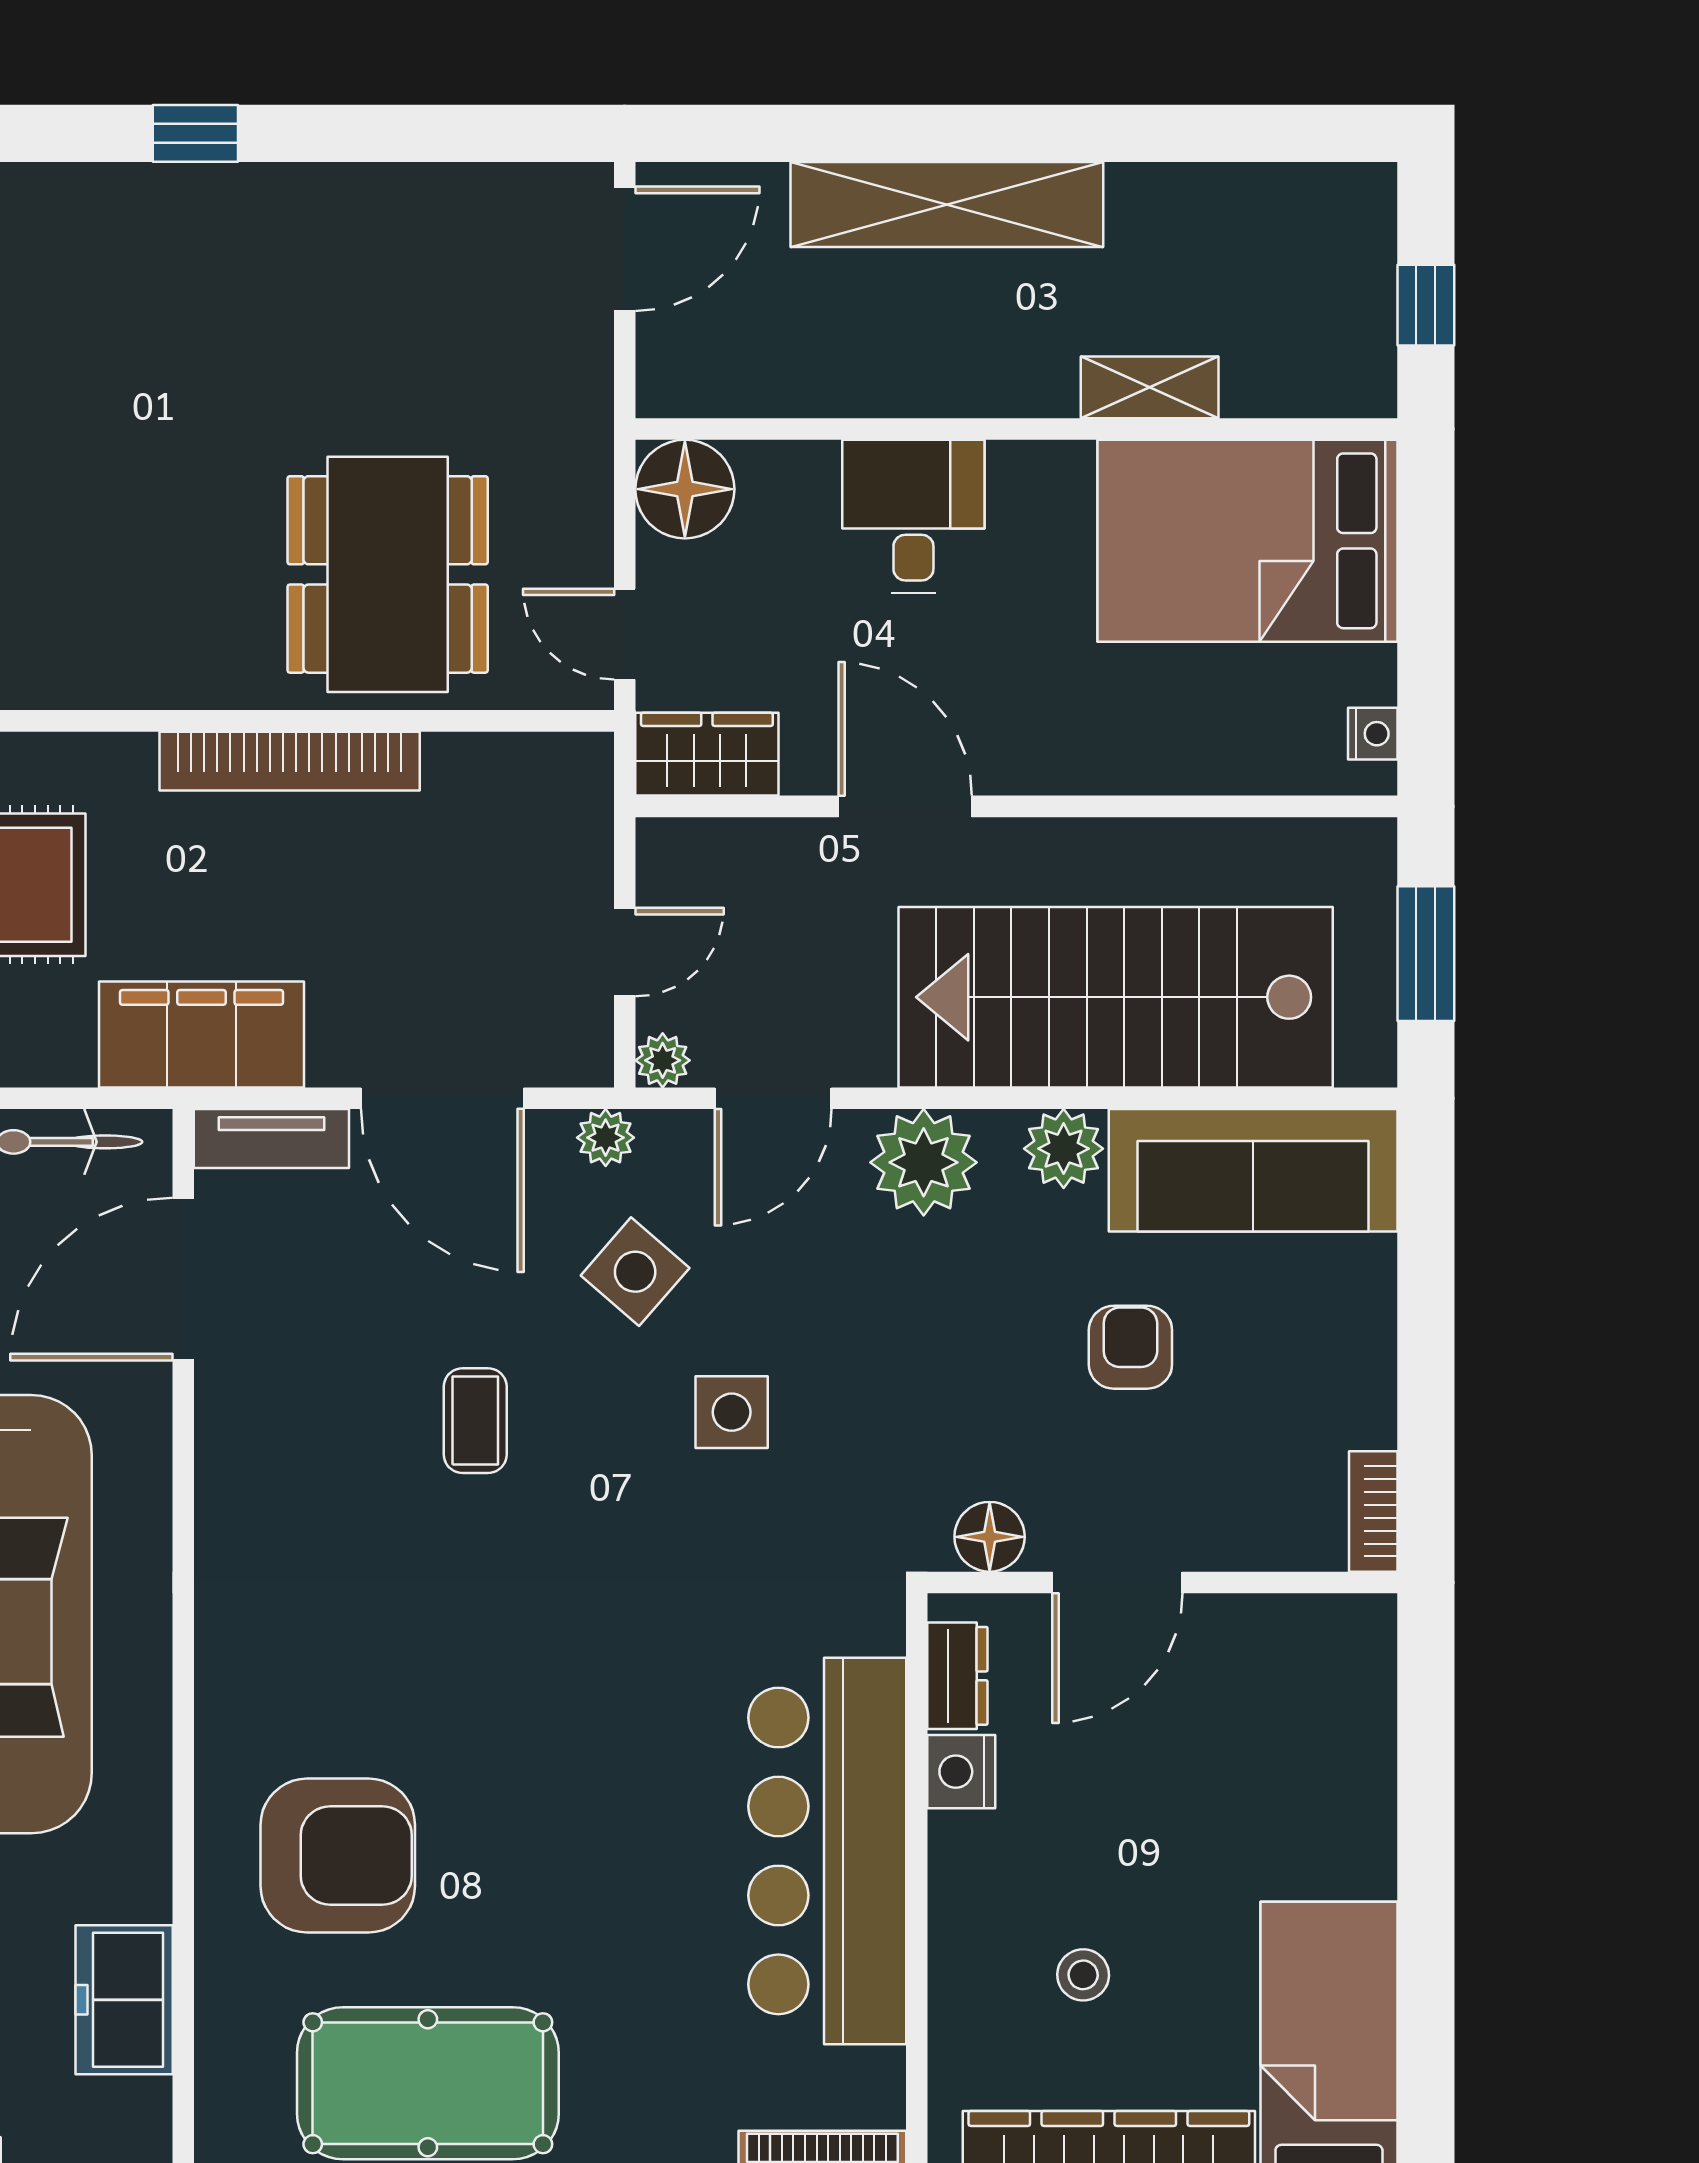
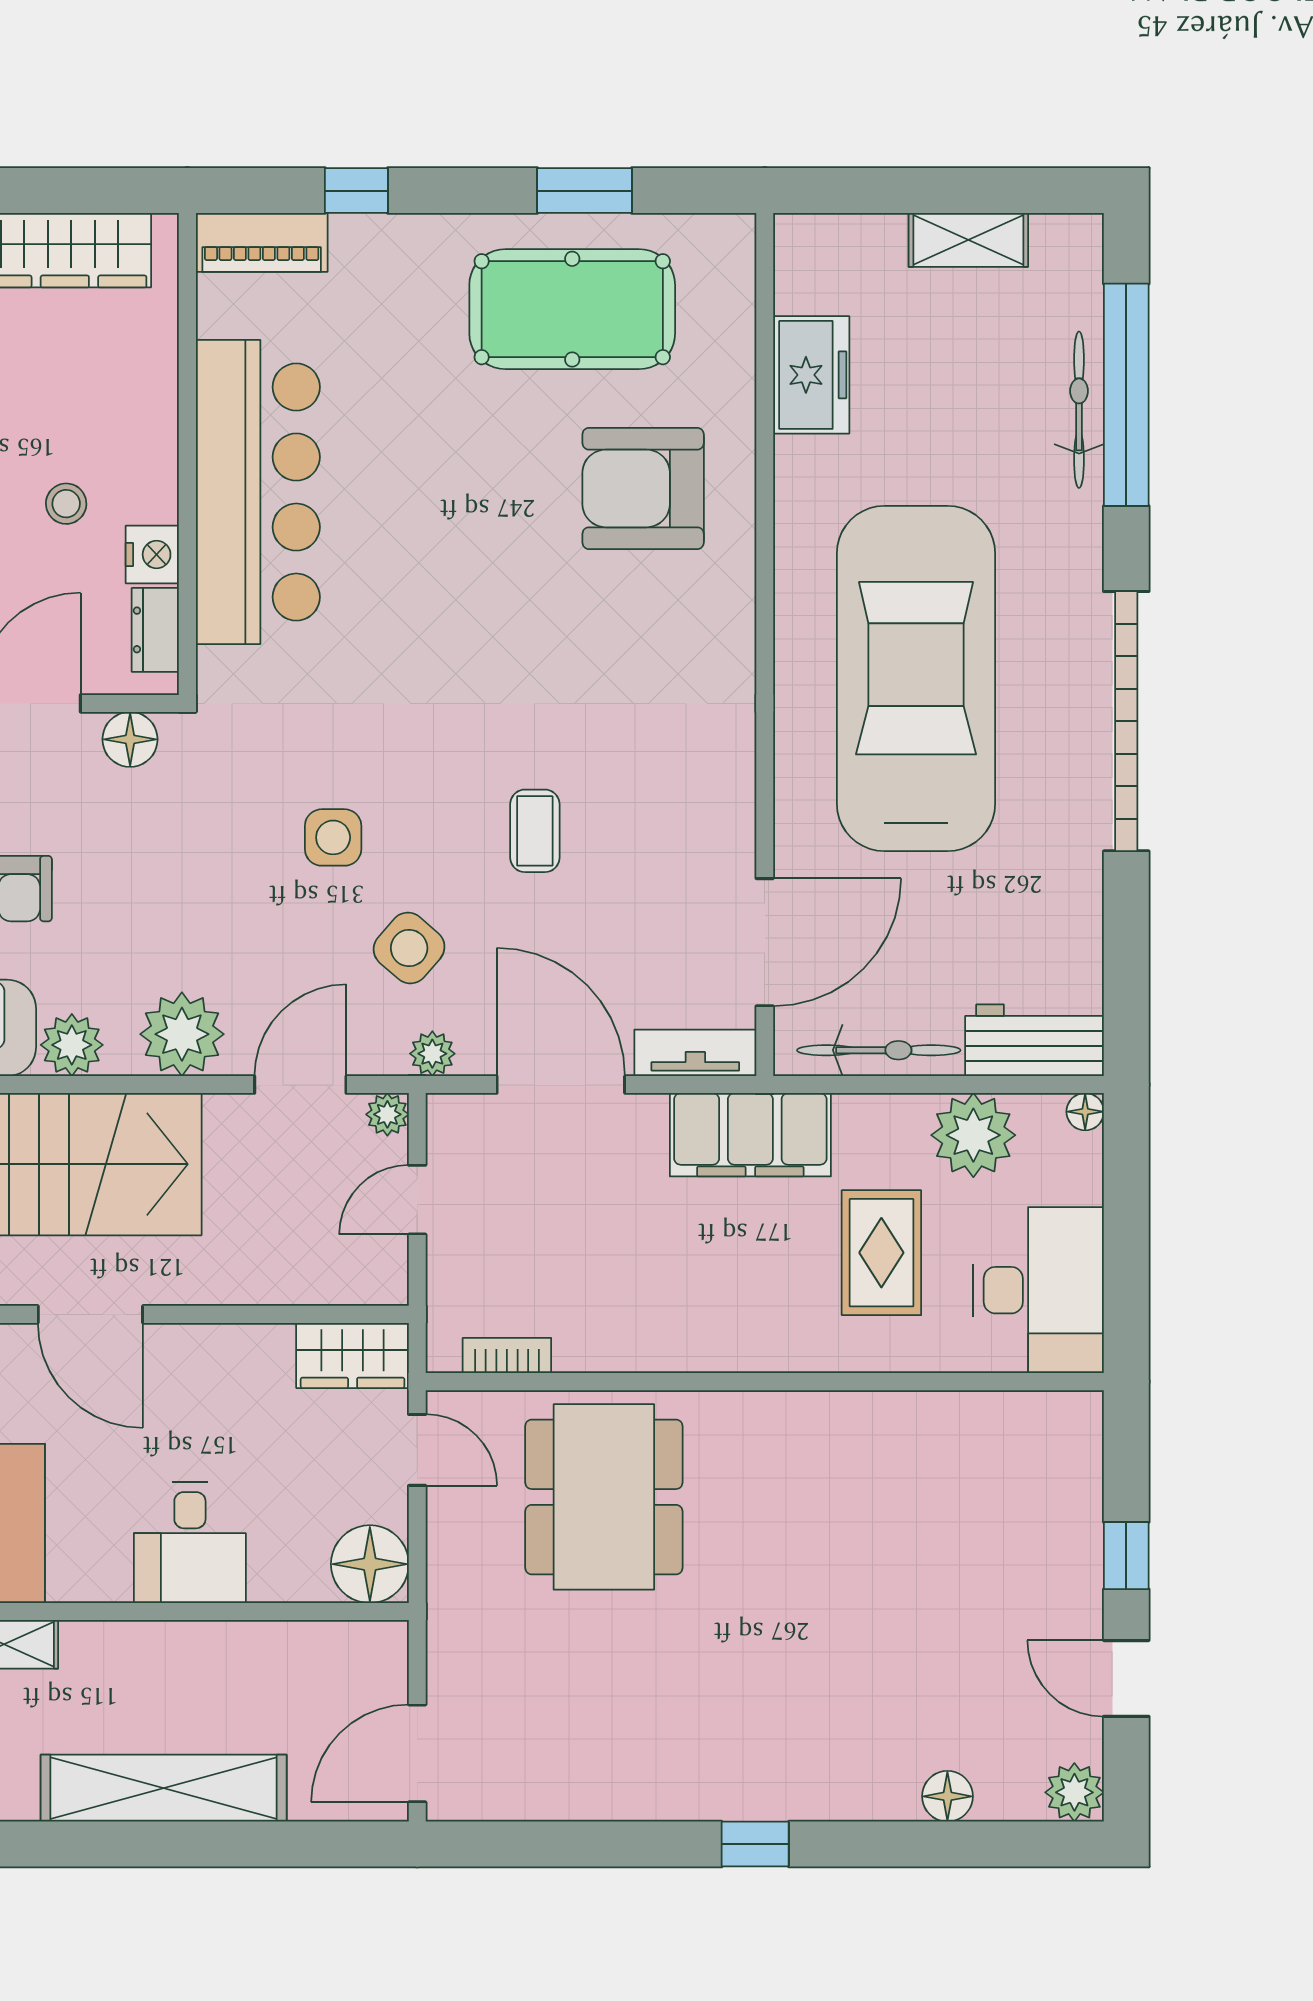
bookcase: (290, 761) -> (507, 1356), moved, width x0.43, depth x0.76
door: (905, 806) -> (90, 1314), moved
stool: (1083, 1975) -> (66, 504), moved

